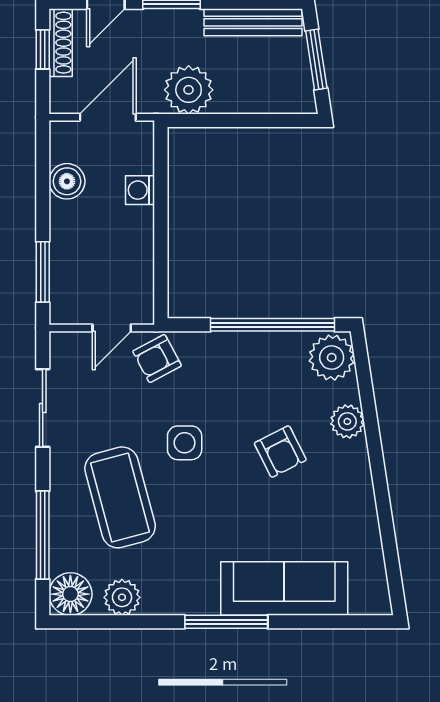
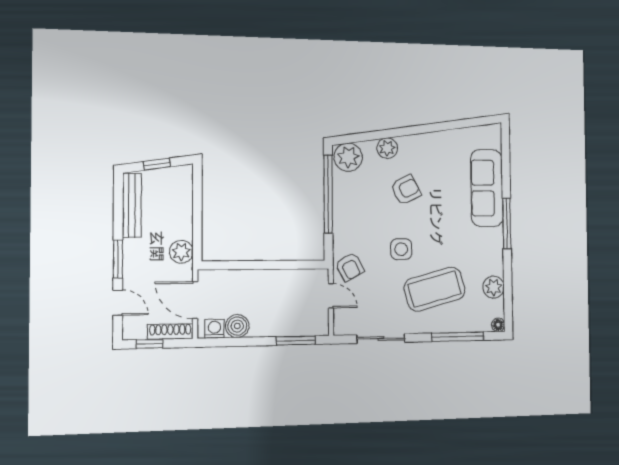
shoe rack: (61, 43) -> (170, 332), moved
window: (316, 59) -> (157, 164), width x0.67
plant: (189, 90) -> (181, 252), width x0.73, depth x0.73
washing machine: (140, 190) -> (214, 329), moved, turned 180
floor lamp: (70, 594) -> (498, 325), width x0.53, depth x0.53

